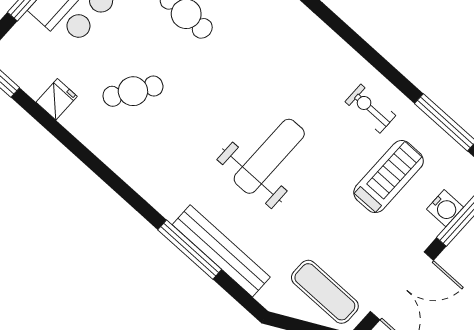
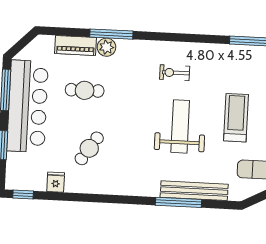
exercise bike: (370, 109) -> (175, 73), moved
treadmill: (389, 177) -> (236, 118), moved

